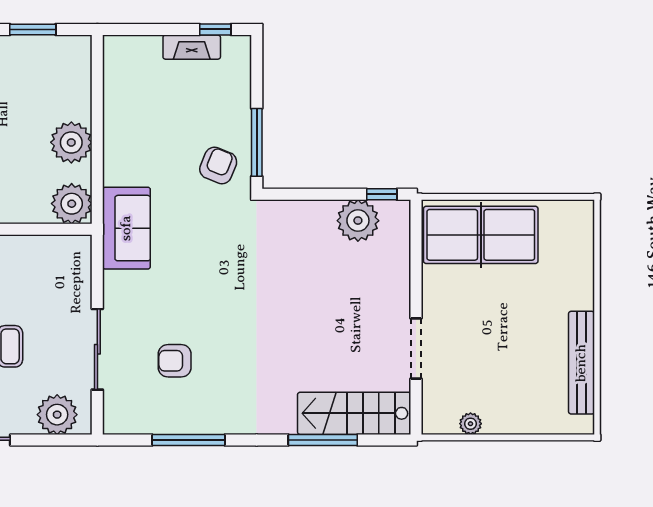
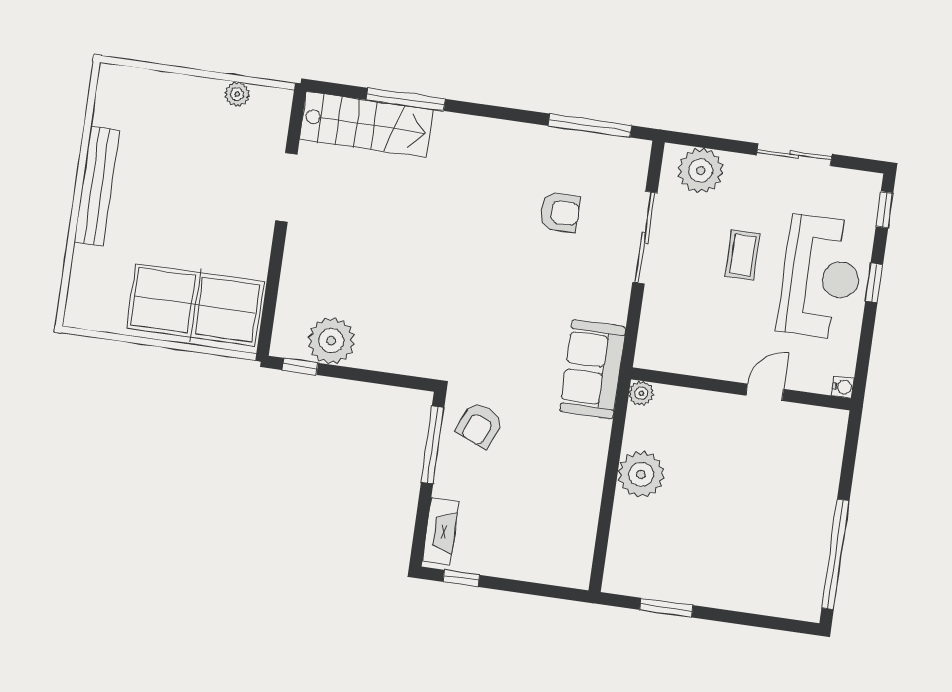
fireplace: (192, 47) -> (440, 531), moved, turned 90
plant: (72, 204) -> (641, 393), width x0.53, depth x0.53
bench: (581, 363) -> (97, 186), moved
window: (188, 440) -> (590, 126), moved

